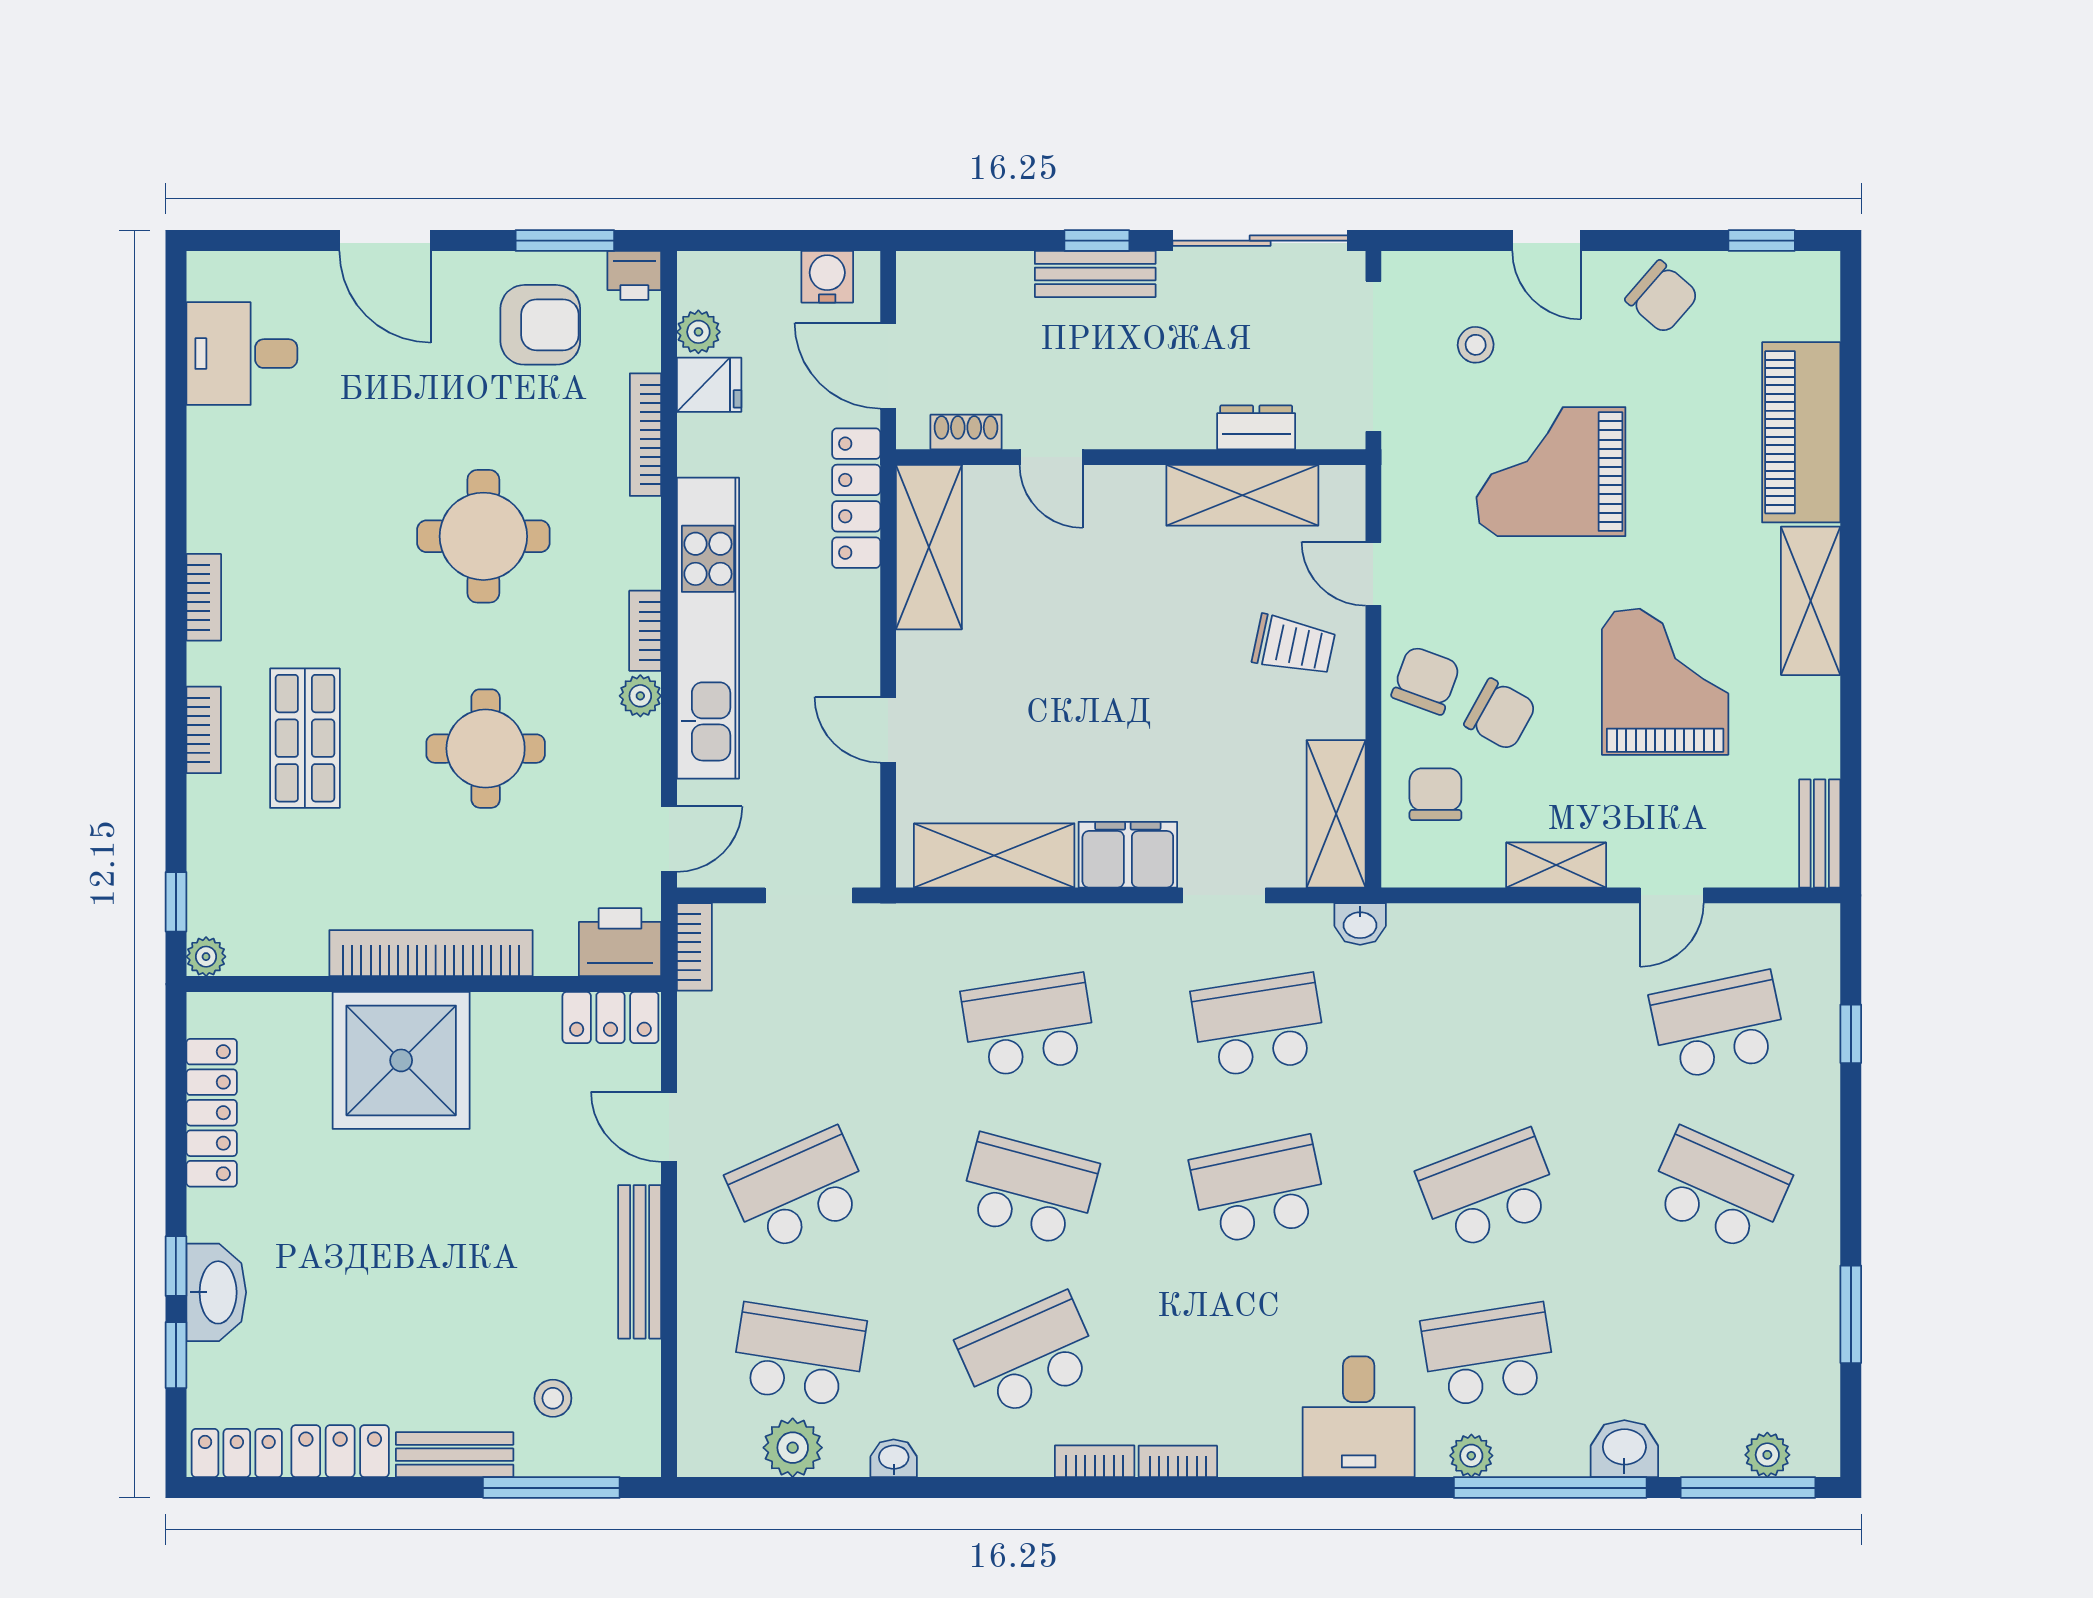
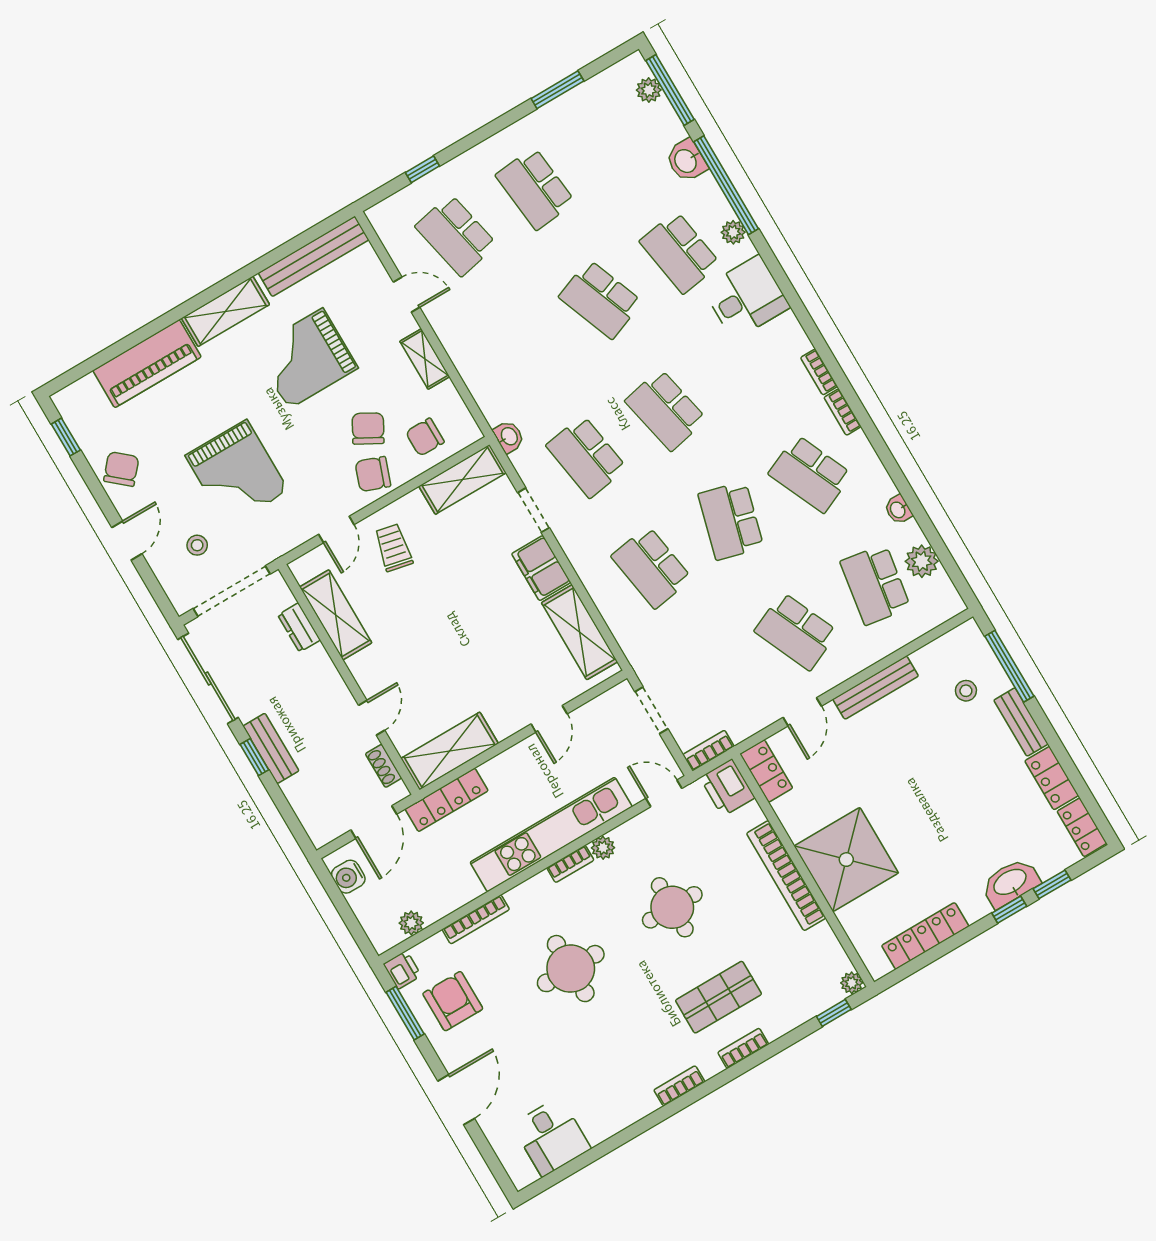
fridge: (709, 385) -> (434, 903), removed
bench: (1820, 833) -> (314, 256), width x1.86, depth x1.21
school desk: (1718, 1190) -> (535, 189), turned -30

